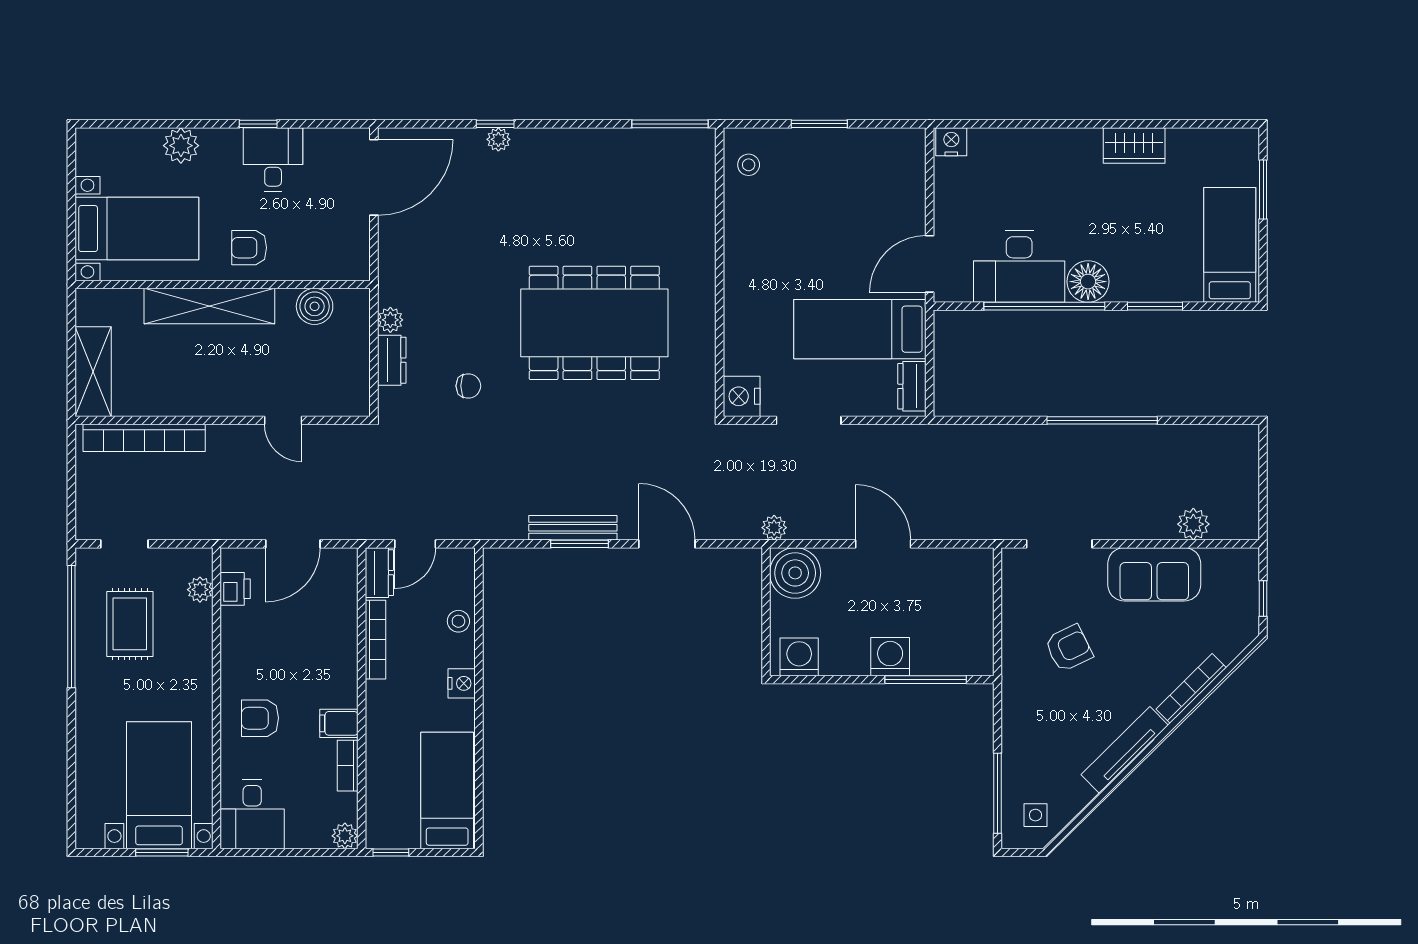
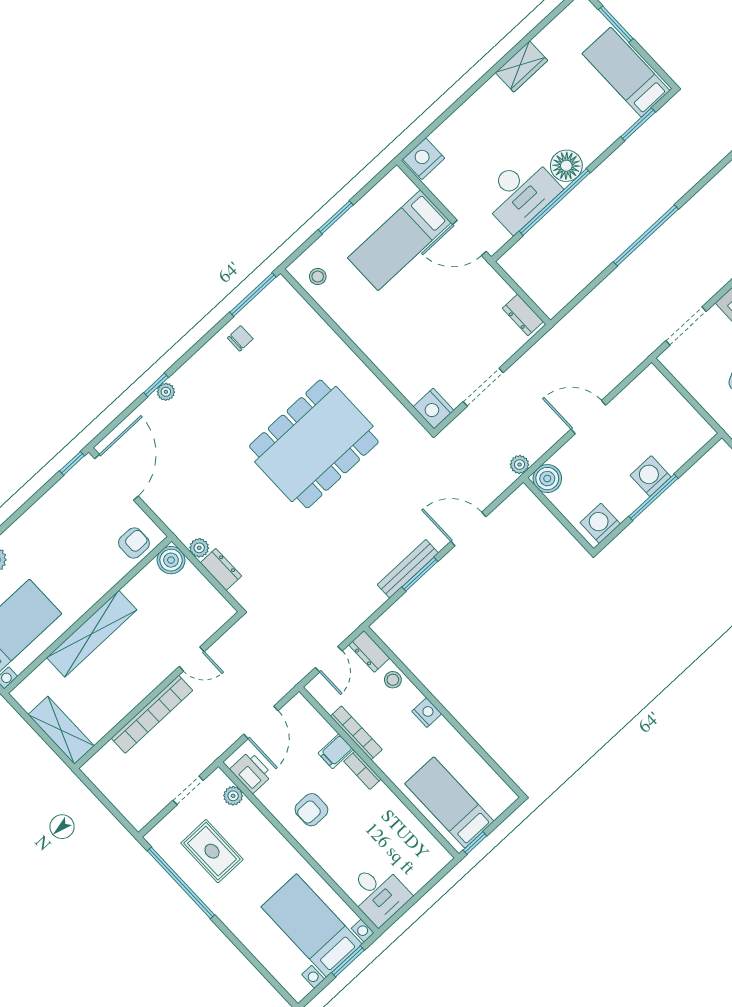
window: (258, 124) -> (72, 463), moved
nightstand: (951, 142) -> (424, 159), width x1.36, depth x1.33
desk: (273, 160) -> (51, 520), removed
armchair: (249, 248) -> (134, 543), moved, turned 180
door: (930, 264) -> (469, 238), hinge flipped
boiler: (315, 306) -> (171, 560), moved
window: (1155, 306) -> (638, 124), moved
bed: (860, 329) -> (399, 240), moved
chair: (468, 386) -> (240, 338), moved
bookcase: (144, 438) -> (152, 714), moved
doorway: (124, 544) -> (188, 790), moved
dresser: (379, 573) -> (369, 651), moved, turned 180
boiler: (795, 573) -> (547, 479), width x0.73, depth x0.73
printer: (235, 589) -> (251, 772), width x1.36, depth x1.24
window: (926, 680) -> (653, 497), moved
armchair: (260, 718) -> (311, 810), moved
filing cabinet: (339, 723) -> (336, 751), moved
bookcase: (348, 766) -> (362, 770), moved
bed: (447, 790) -> (449, 802), moved
plant: (345, 836) -> (441, 857), removed

